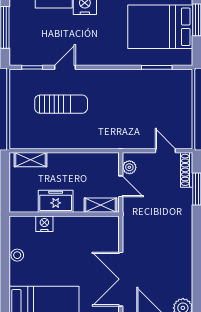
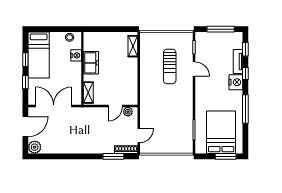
freezer: (56, 201) -> (91, 63), moved
shelving: (101, 205) -> (88, 93), moved
wall: (64, 214) -> (82, 68), moved
nightstand: (44, 224) -> (76, 55), moved

